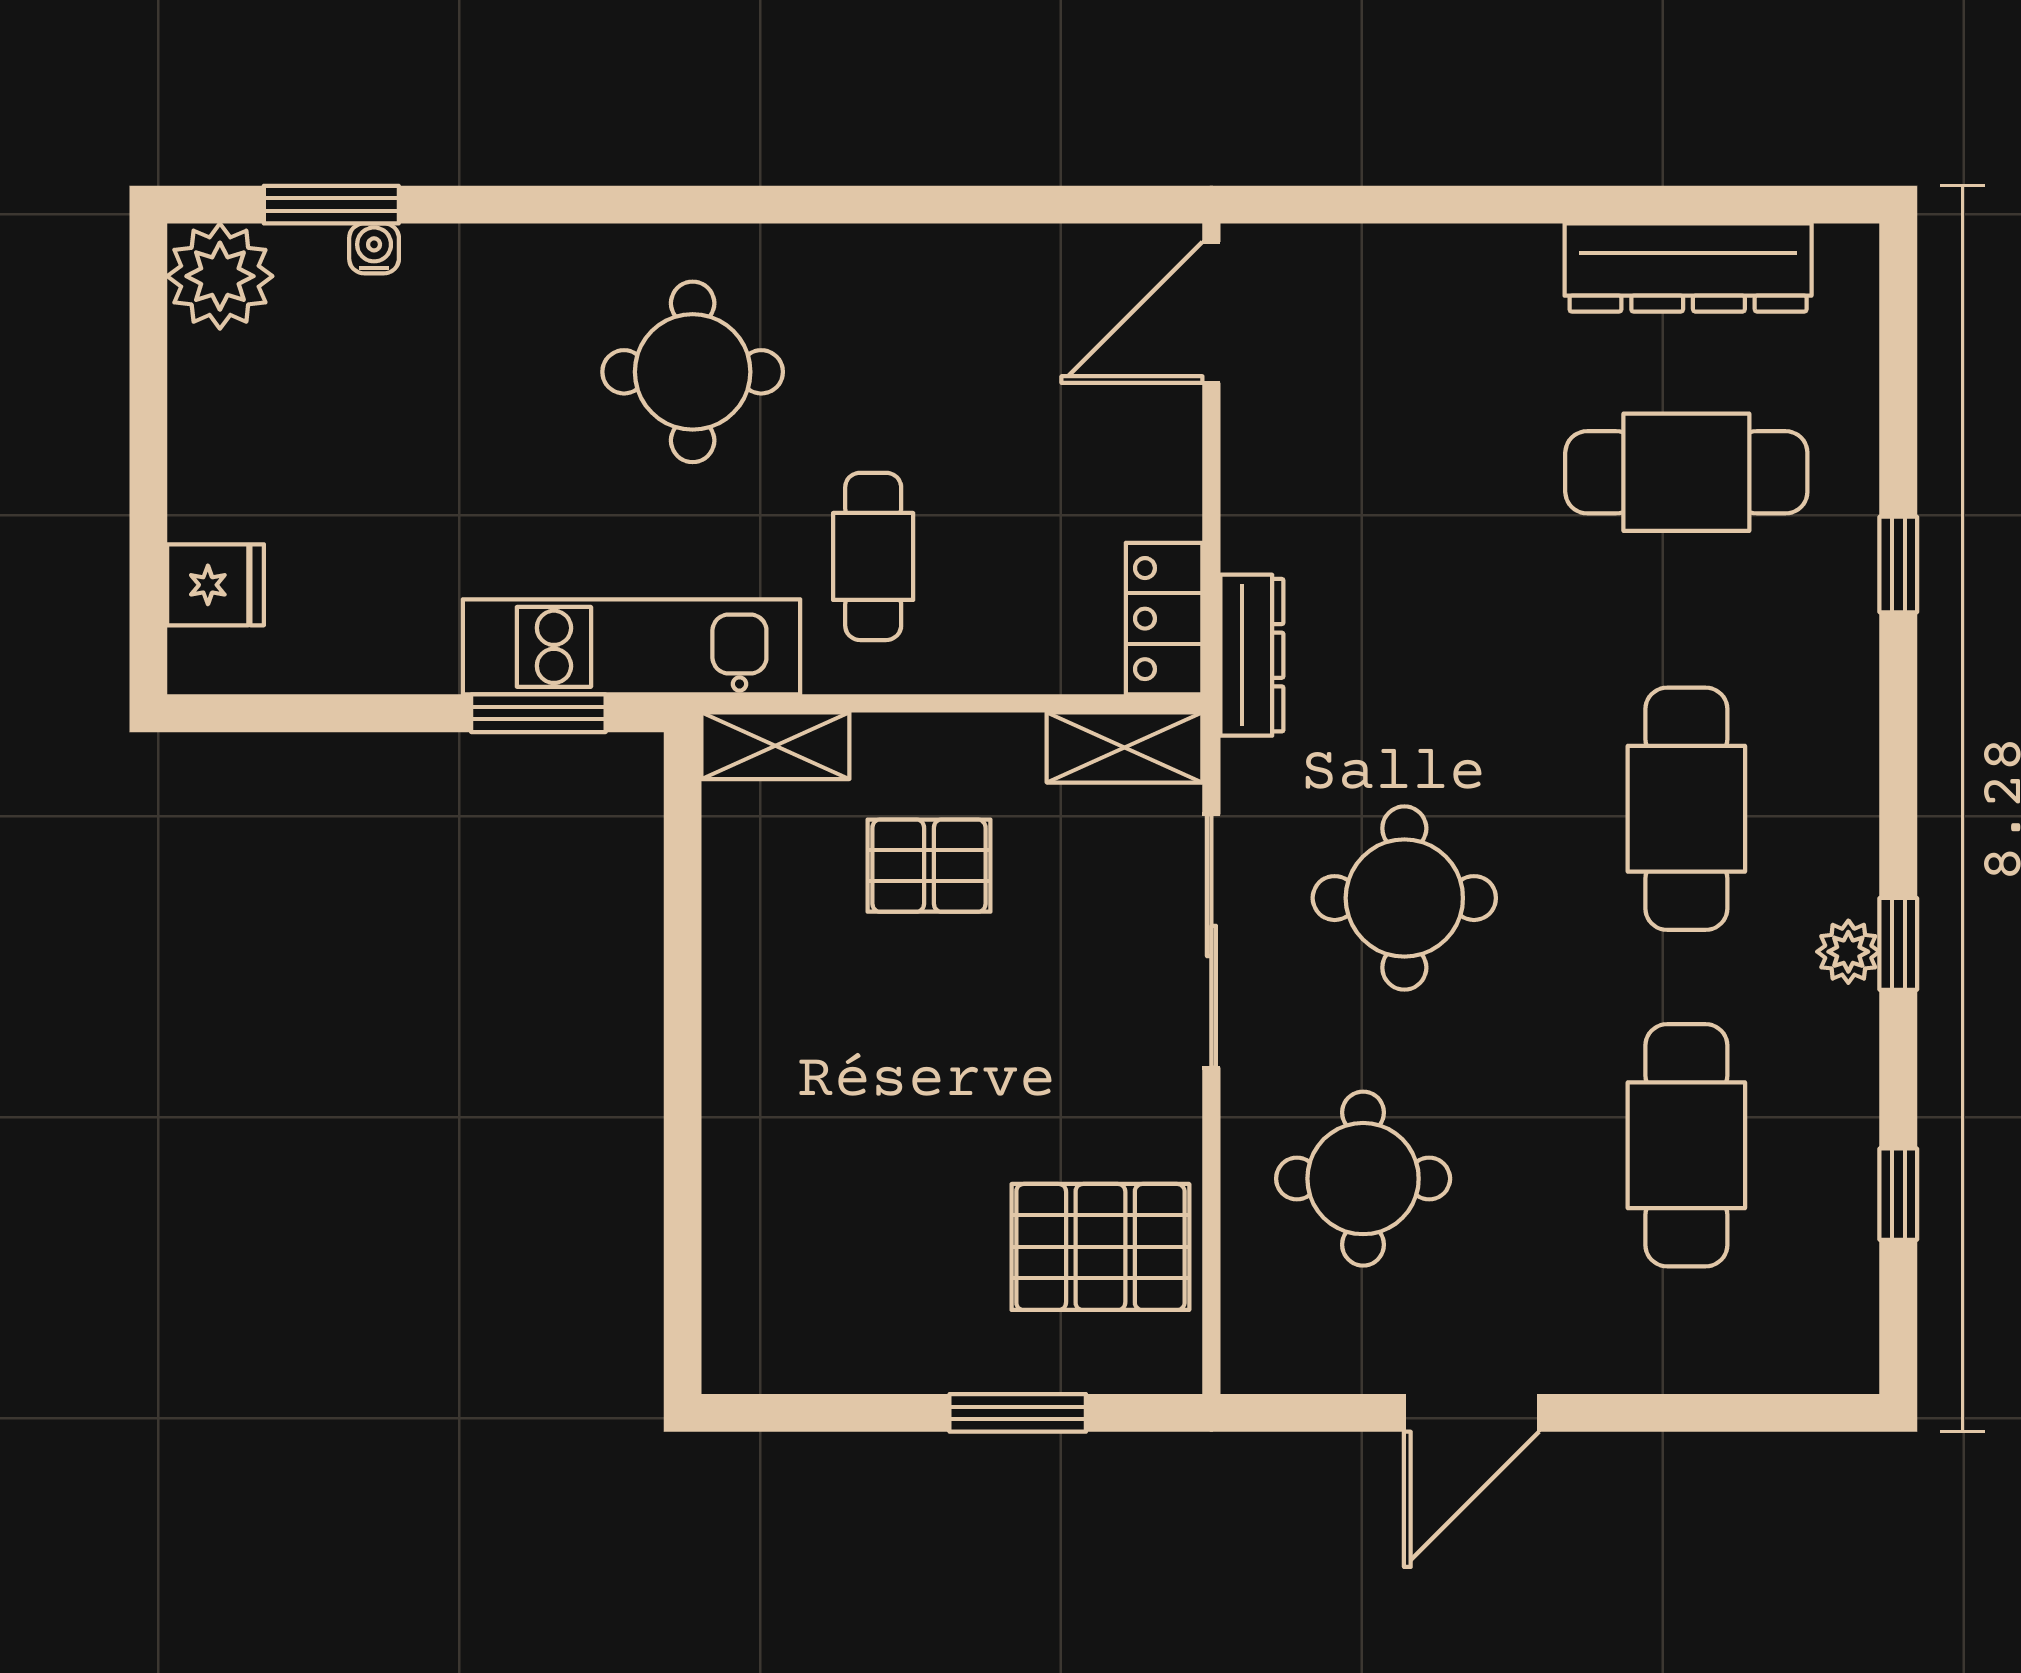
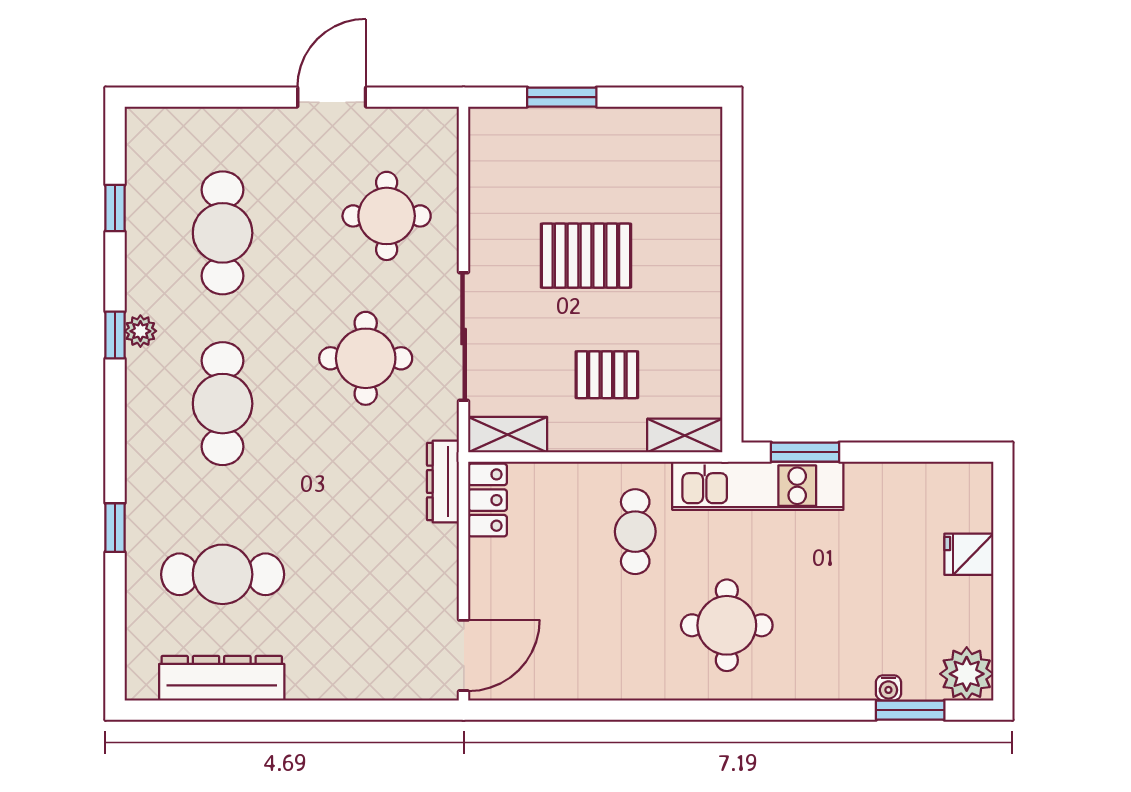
fridge: (216, 585) -> (969, 554), moved
pallet: (1100, 1247) -> (586, 256), moved

